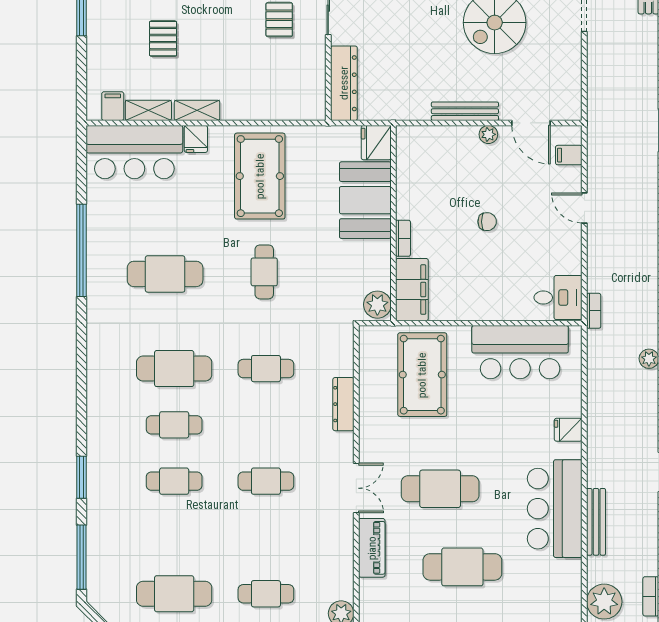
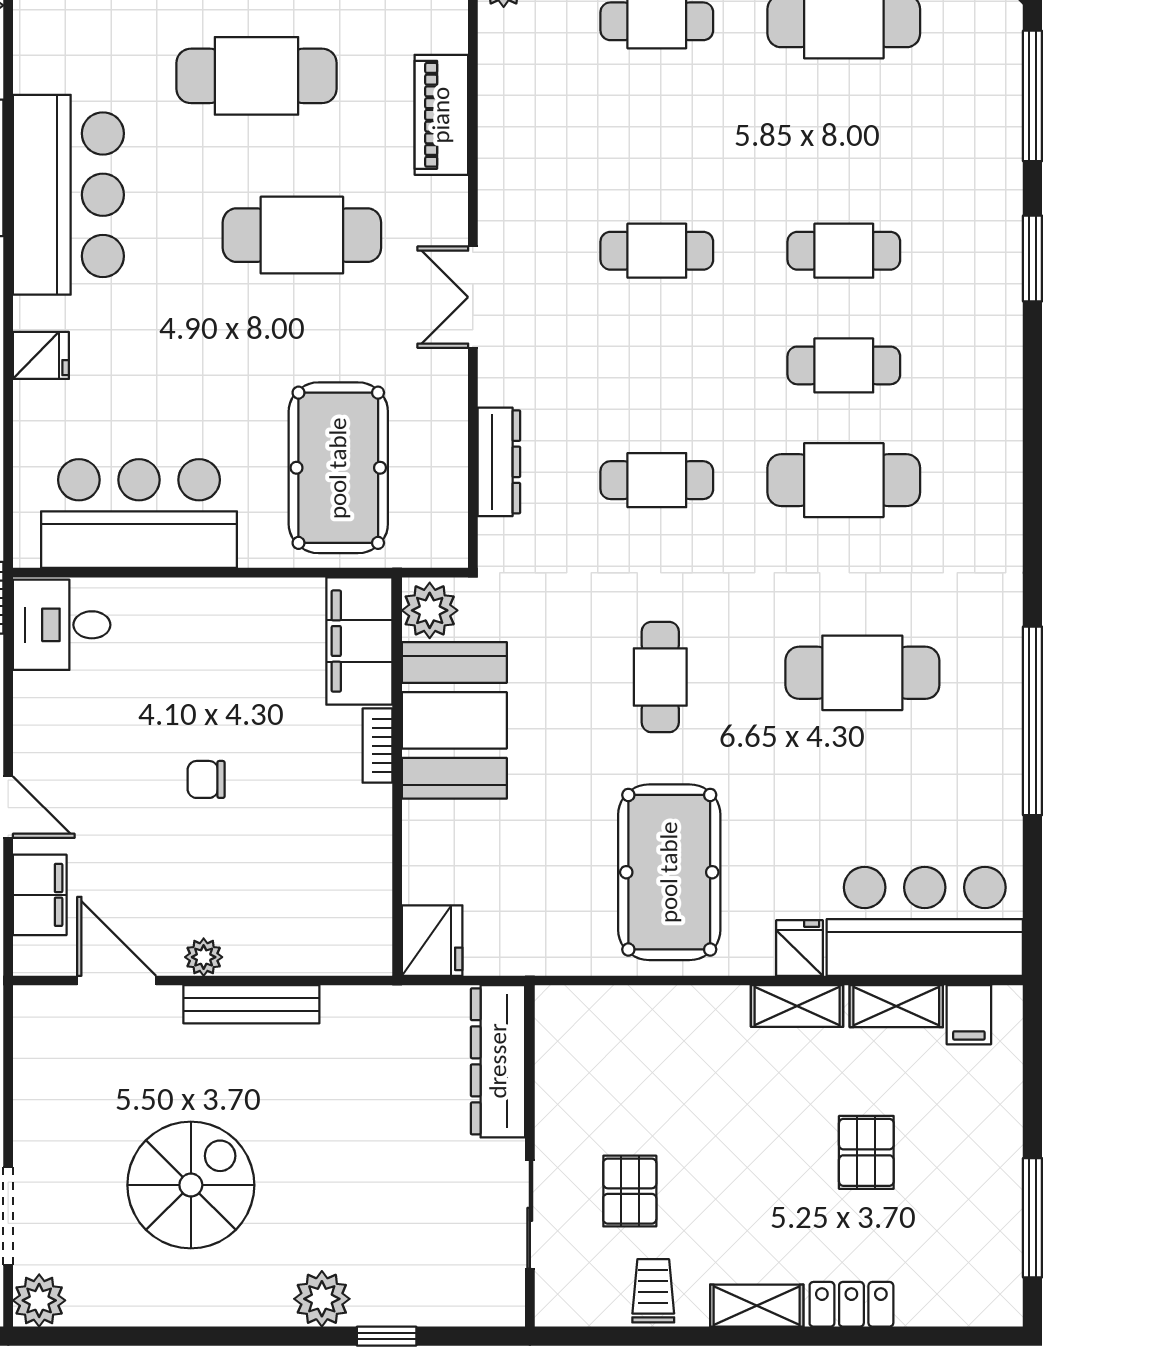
filing cabinet: (569, 155) -> (40, 895), width x2.00
booth: (365, 200) -> (454, 720), moved
dresser: (343, 404) -> (499, 462), moved
double door: (356, 488) -> (473, 297), moved

